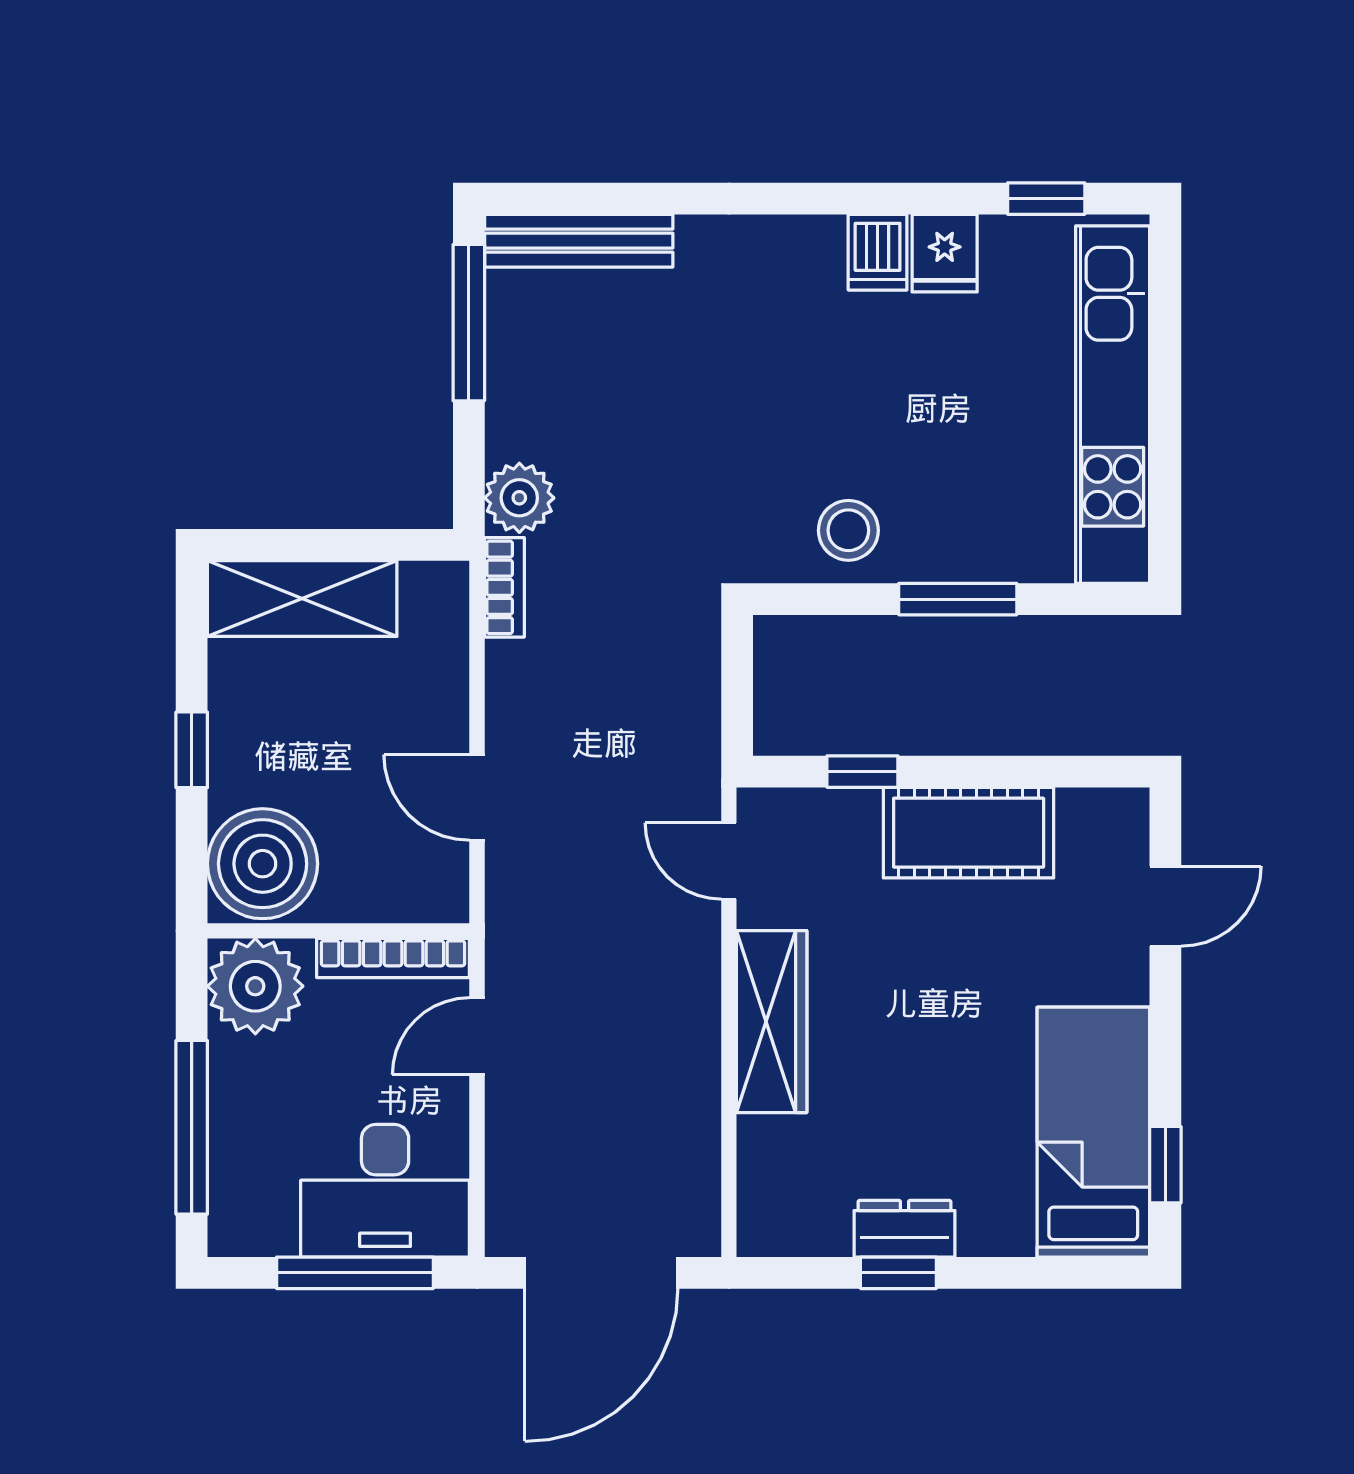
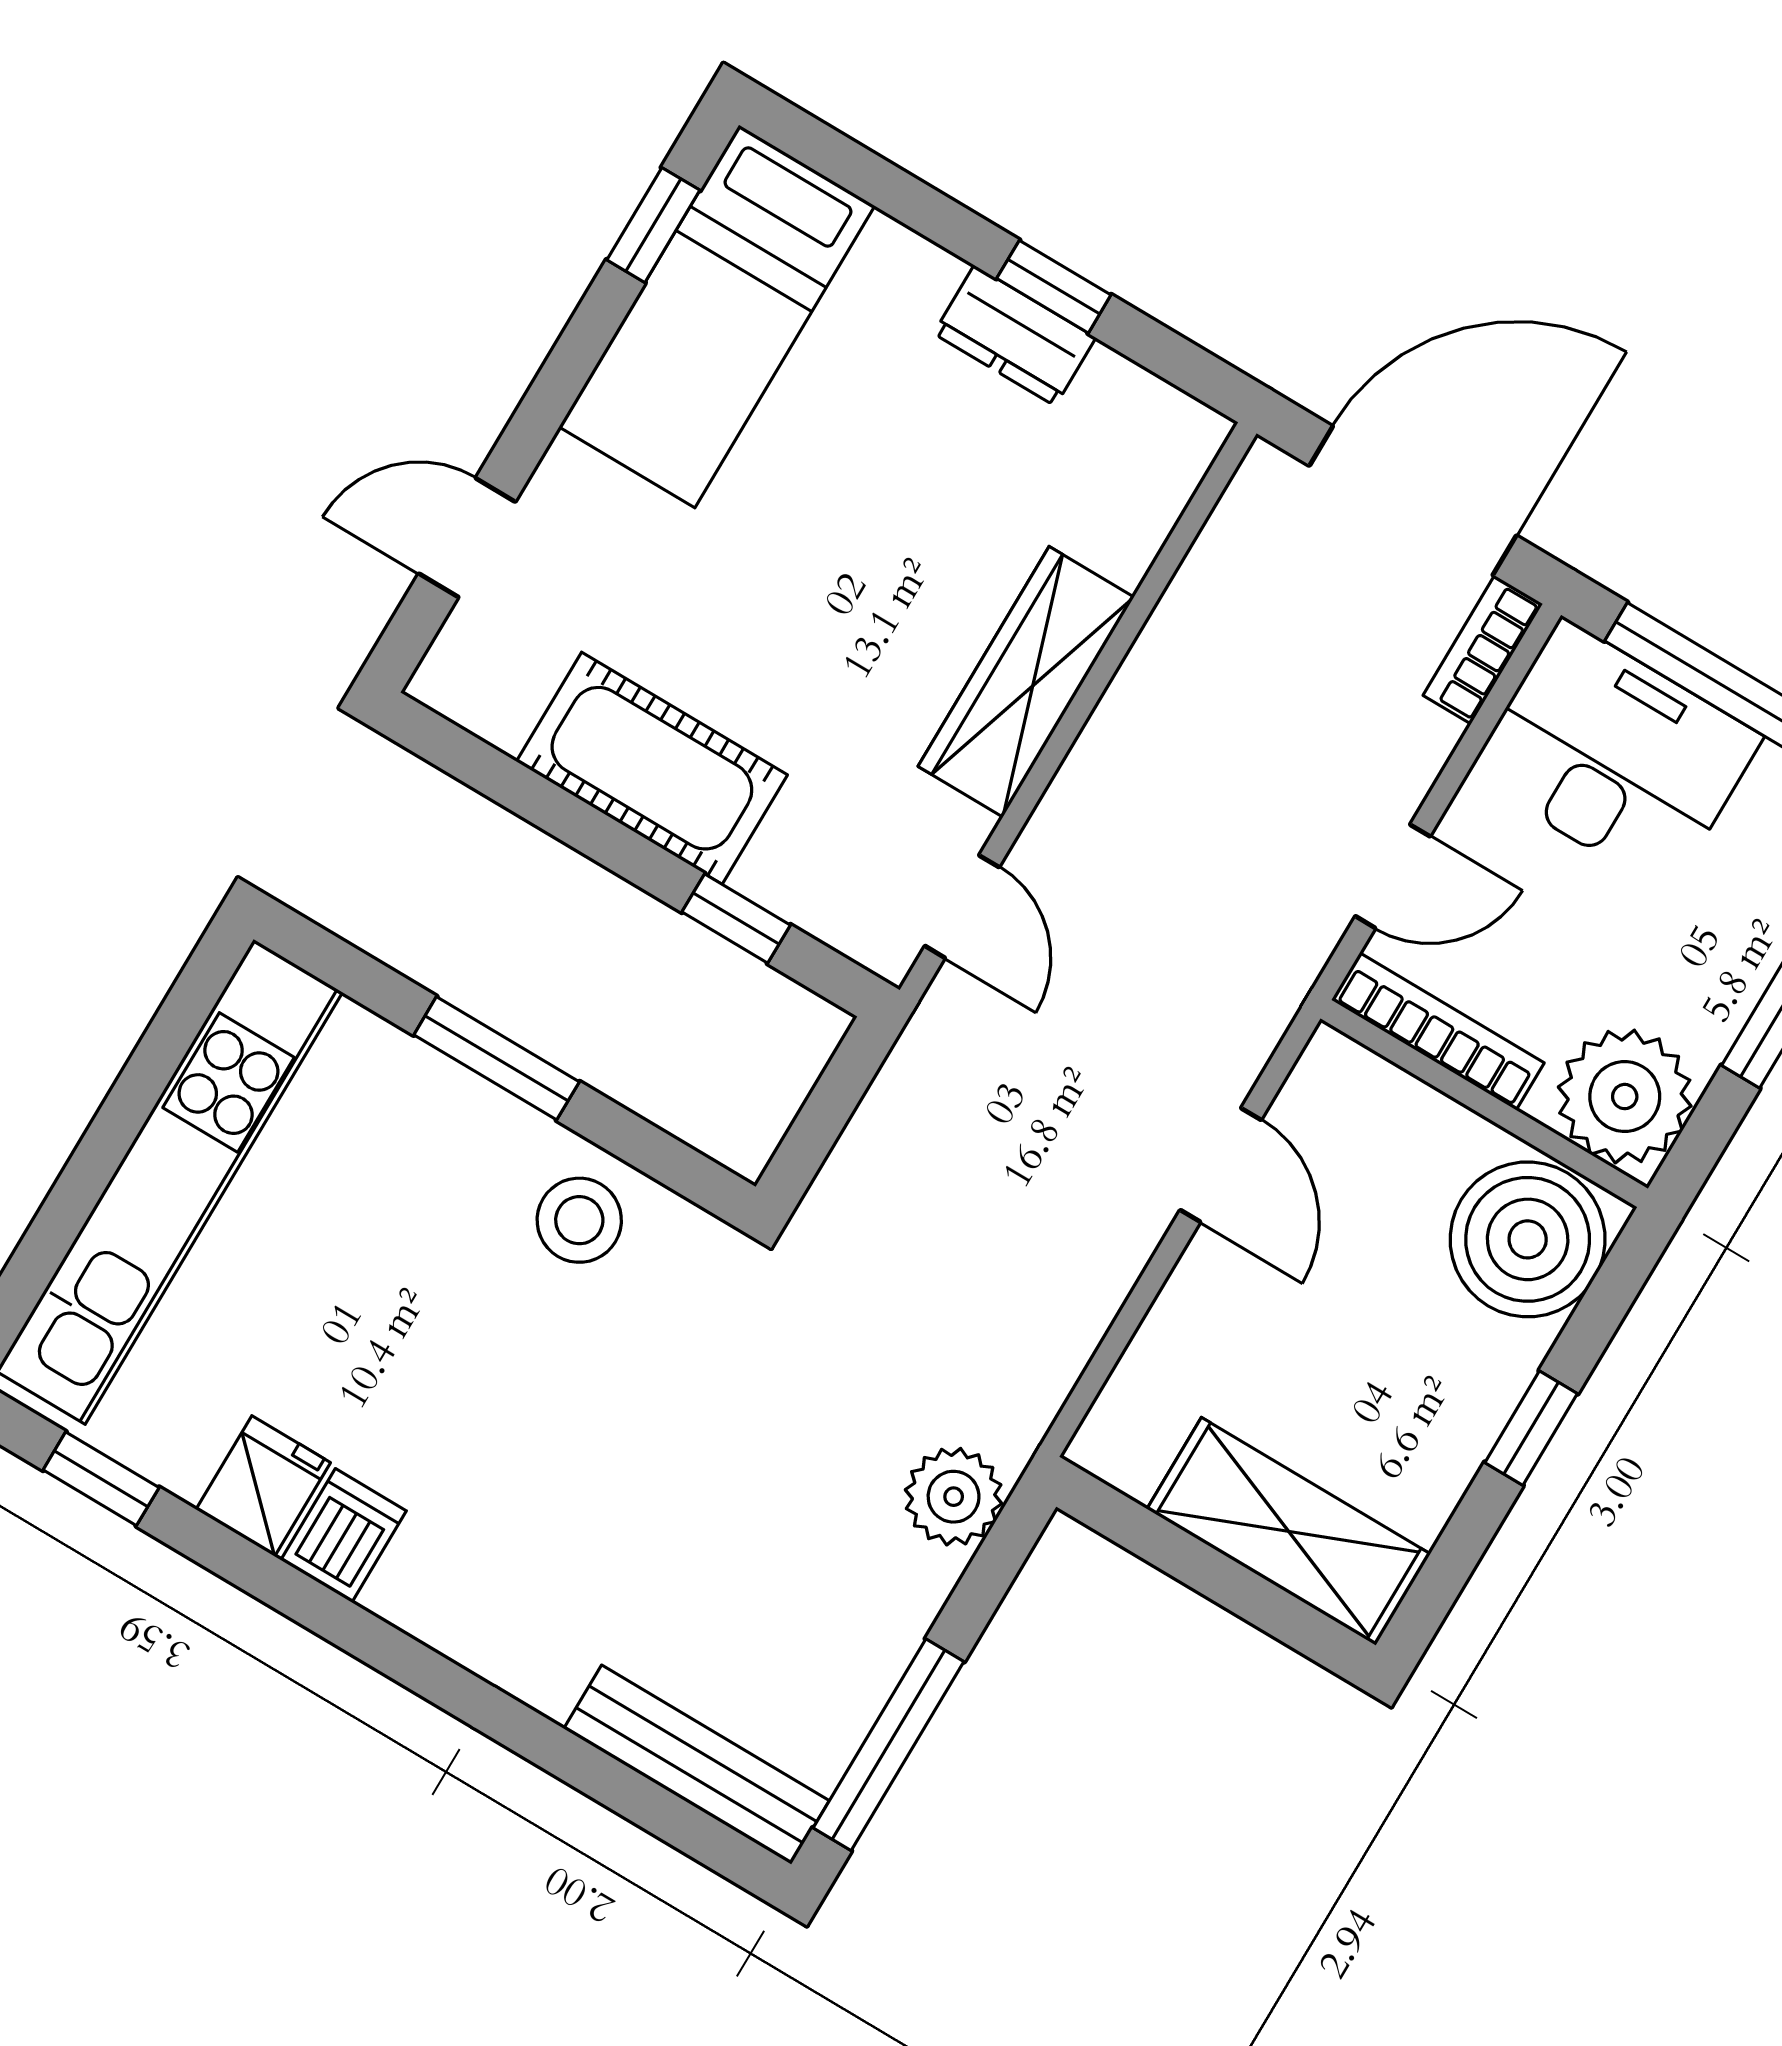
bookcase: (504, 587) -> (1483, 650), moved

